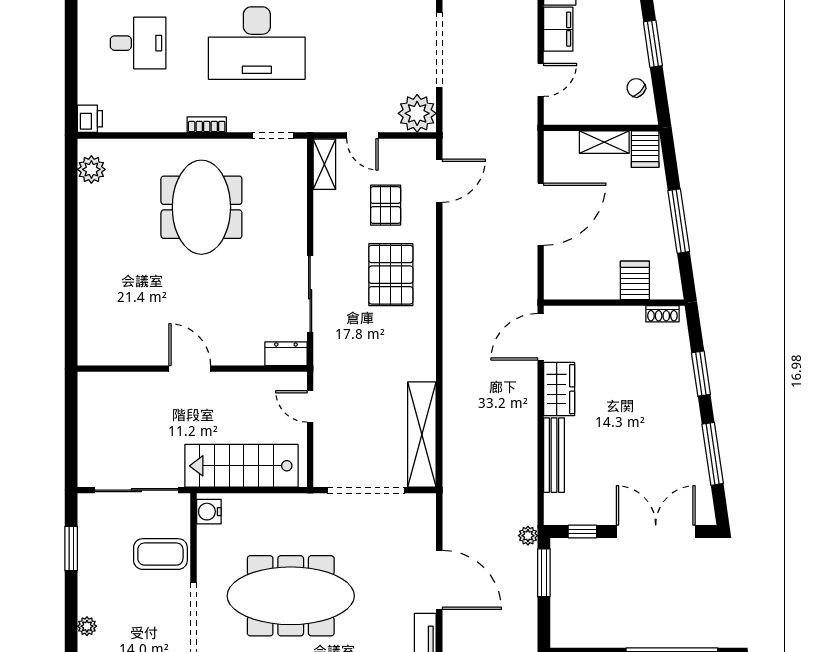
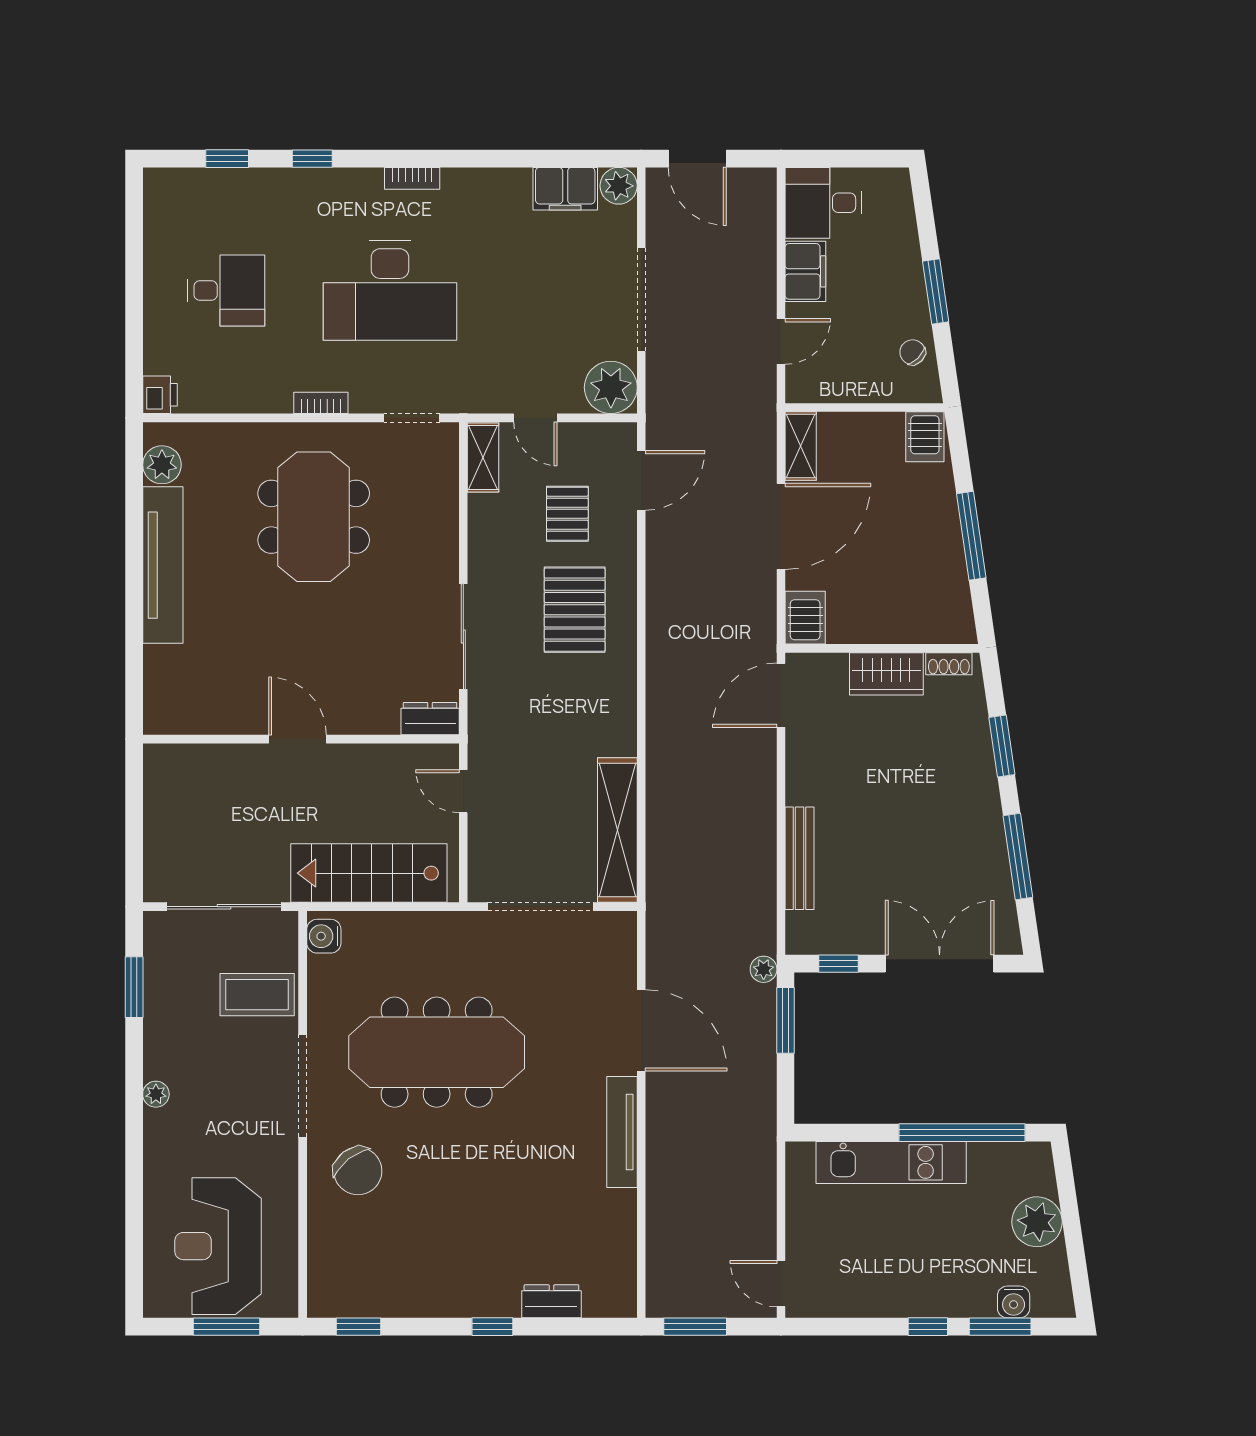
shelving: (604, 142) -> (801, 446), moved, turned 90
tv unit: (92, 242) -> (163, 565), added
server rack: (635, 280) -> (805, 618), moved
wardrobe: (559, 389) -> (886, 674), moved, turned 90

